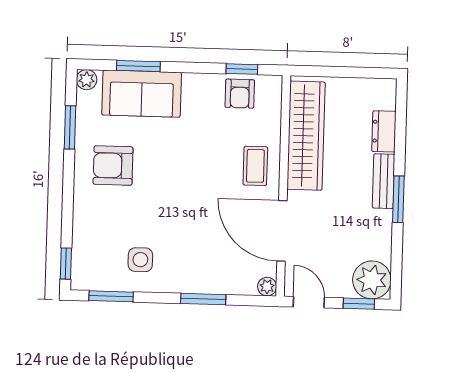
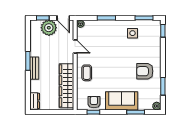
sofa: (142, 94) -> (122, 101), moved
dresser: (384, 131) -> (35, 101), moved
armchair: (113, 166) -> (145, 71), turned 180
door: (282, 231) -> (75, 47), width x0.53
plant: (372, 280) -> (49, 28), moved

